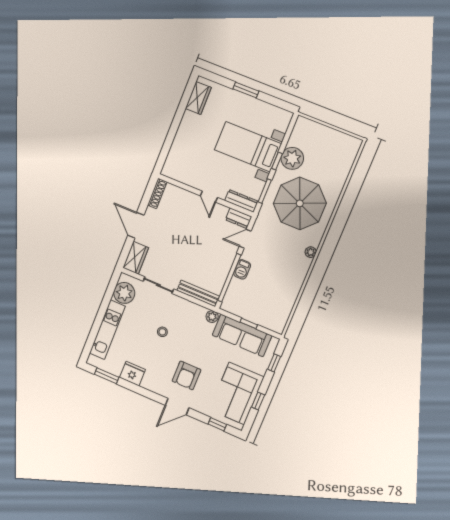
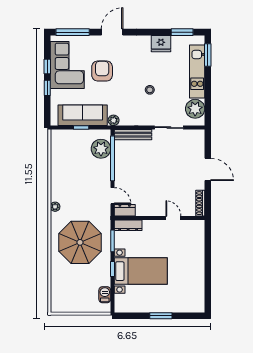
wardrobe: (198, 98) -> (197, 294), removed
plant: (292, 158) -> (101, 149), moved
door: (209, 197) -> (173, 218), moved
door: (245, 239) -> (112, 196), hinge flipped
wardrobe: (136, 258) -> (197, 142), removed
barbecue: (242, 269) -> (105, 295), moved
window: (90, 342) -> (208, 55), added
window: (274, 363) -> (47, 88), moved
armchair: (187, 375) -> (102, 71), moved
window: (217, 424) -> (73, 32), width x2.17

